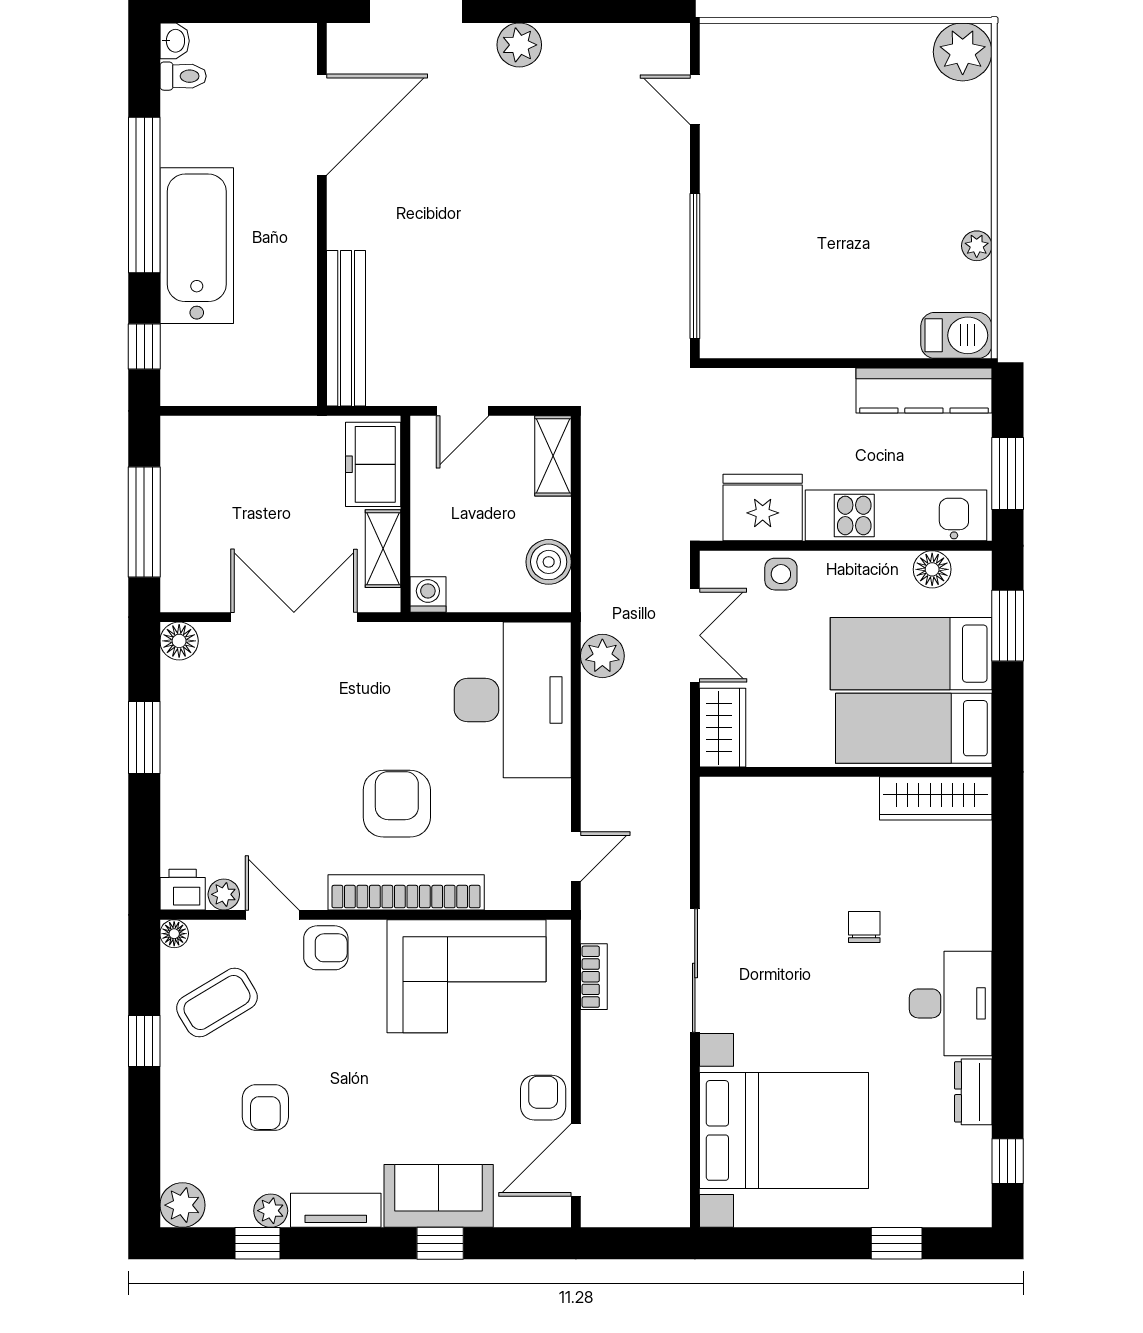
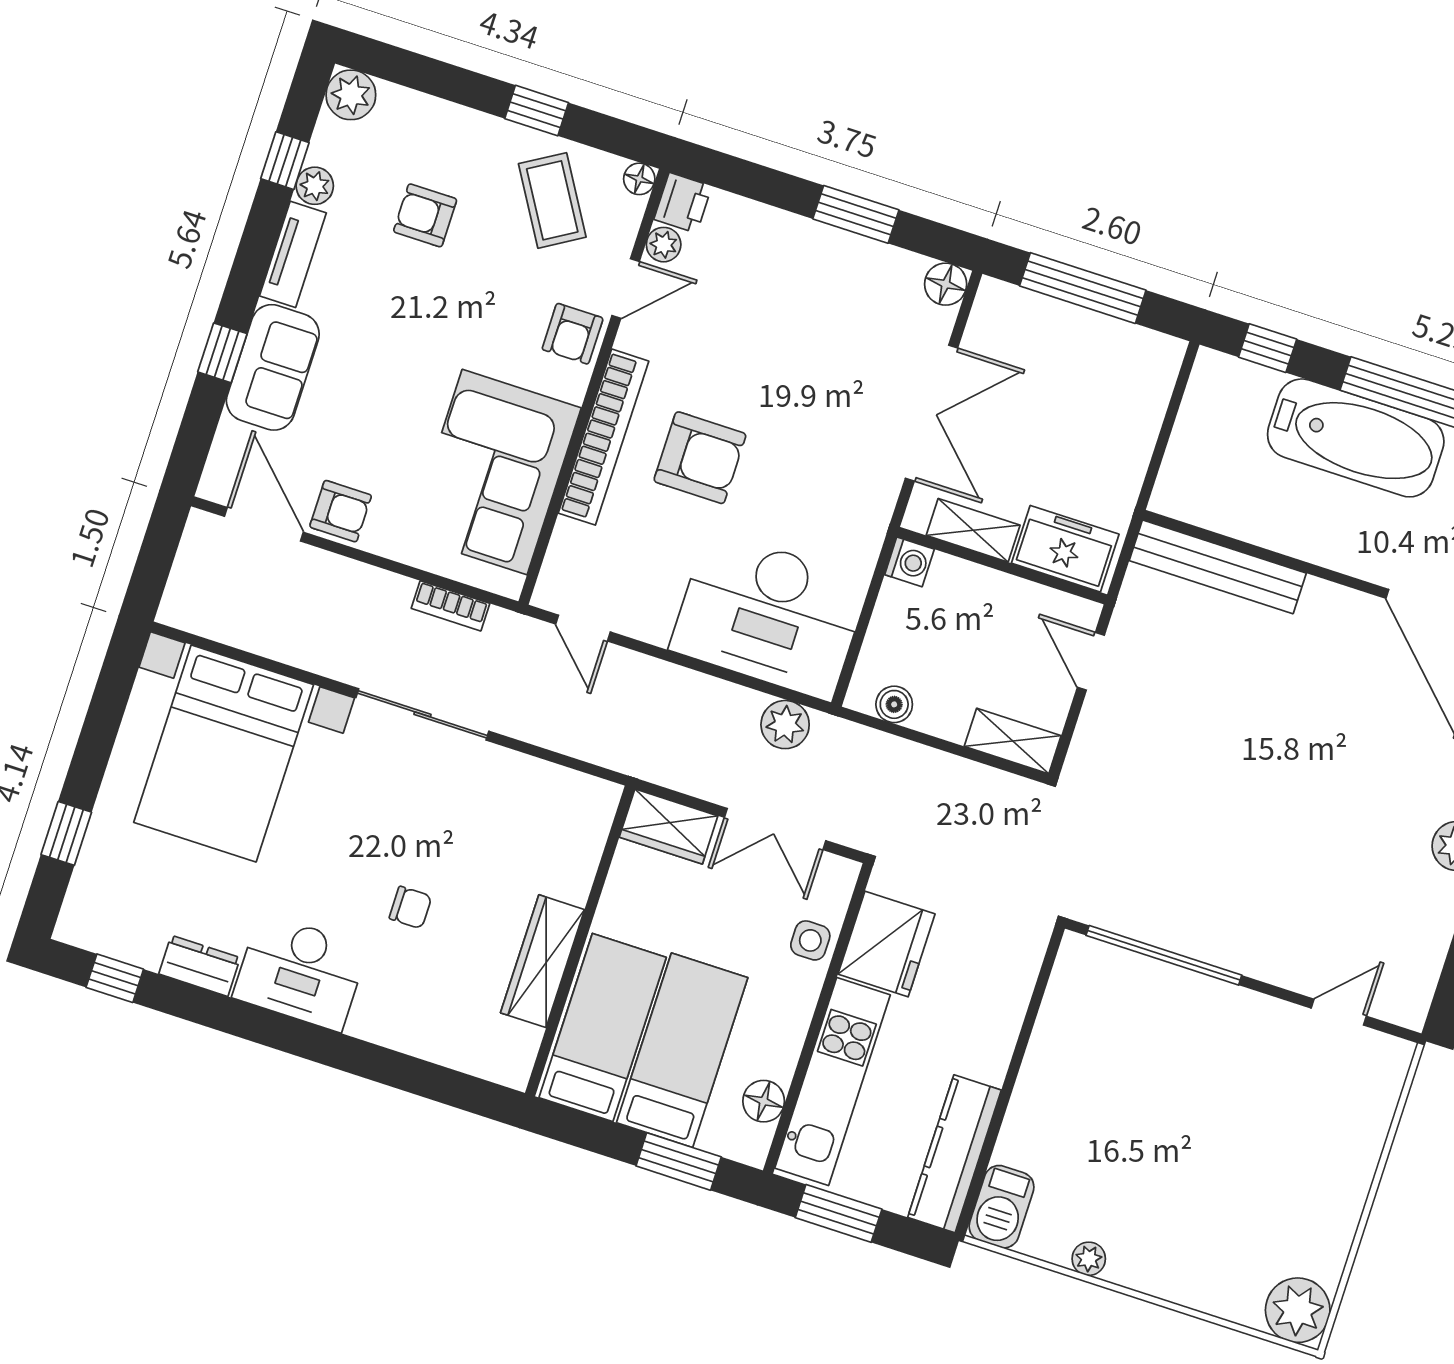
boiler: (549, 562) -> (894, 704), width x0.73, depth x0.73
wardrobe: (936, 798) -> (542, 961), moved

